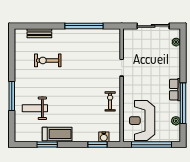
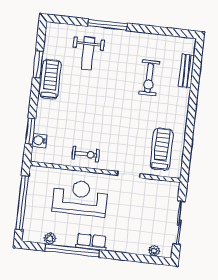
window: (84, 26) -> (189, 131), removed
treadmill: (100, 45) -> (162, 149), added
exercise bike: (48, 60) -> (149, 78), turned 180
weight bench: (35, 108) -> (88, 54), turned 180
reception desk: (142, 121) -> (80, 198), moved
treadmill: (57, 134) -> (50, 79), turned 180

